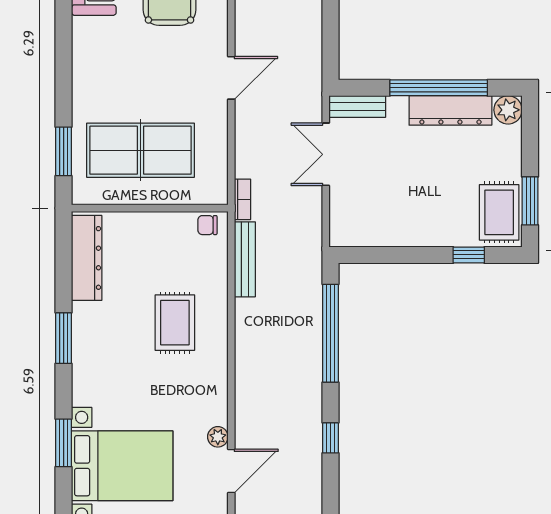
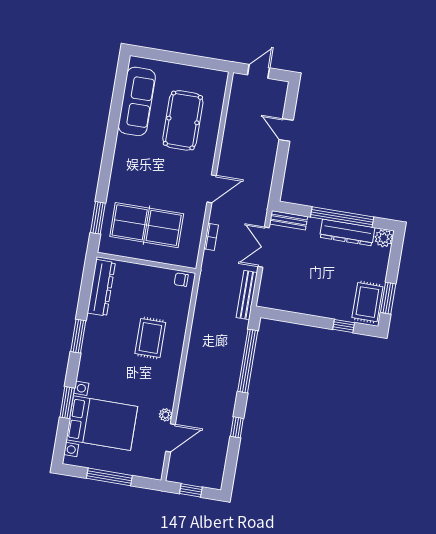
bookcase: (242, 199) -> (211, 237), moved
bench: (245, 259) -> (247, 295), moved

